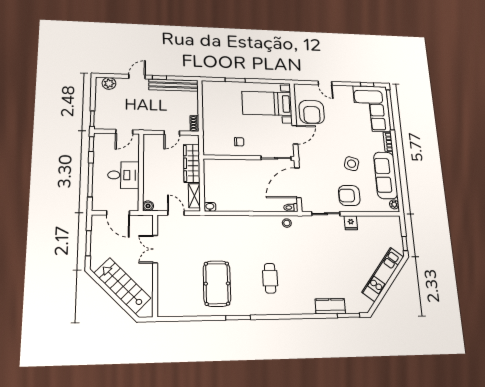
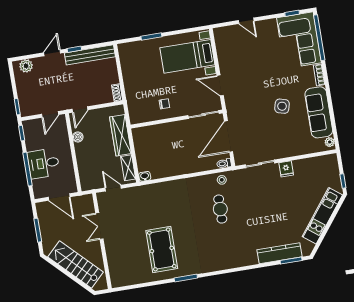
armchair: (312, 112) -> (235, 57), removed
door: (172, 133) -> (80, 110), moved
door: (295, 135) -> (220, 85), swing flipped
desk: (123, 175) -> (44, 163), moved, turned 180
armchair: (349, 196) -> (282, 141), removed
boiler: (148, 206) -> (78, 137), moved
cafe table: (270, 278) -> (220, 209), moved
kitchen counter: (330, 306) -> (280, 253), width x1.50

